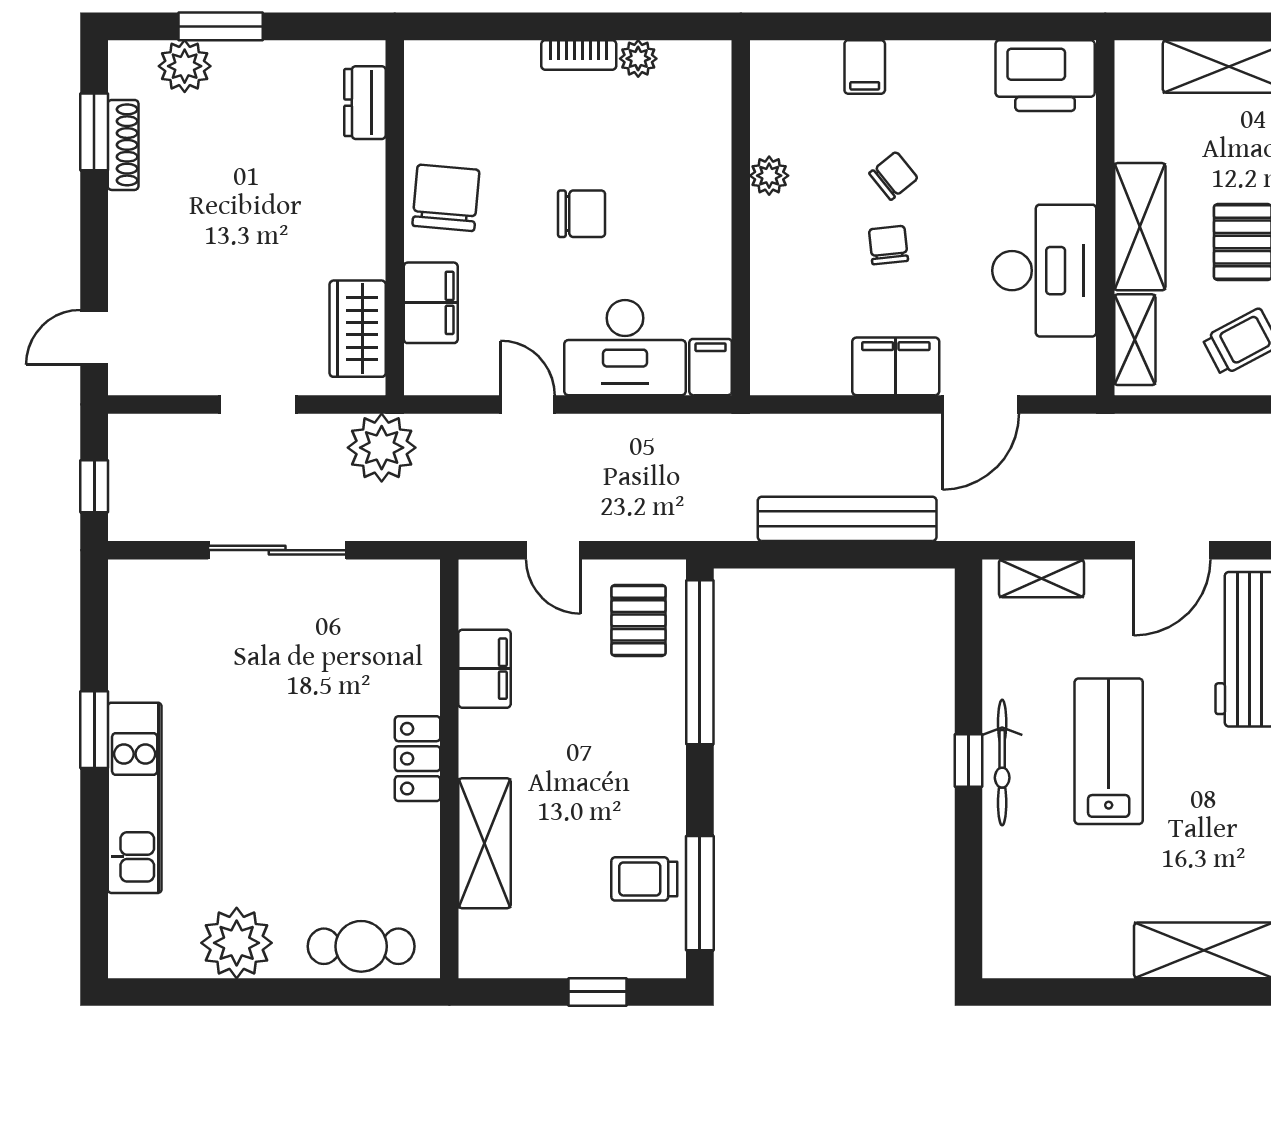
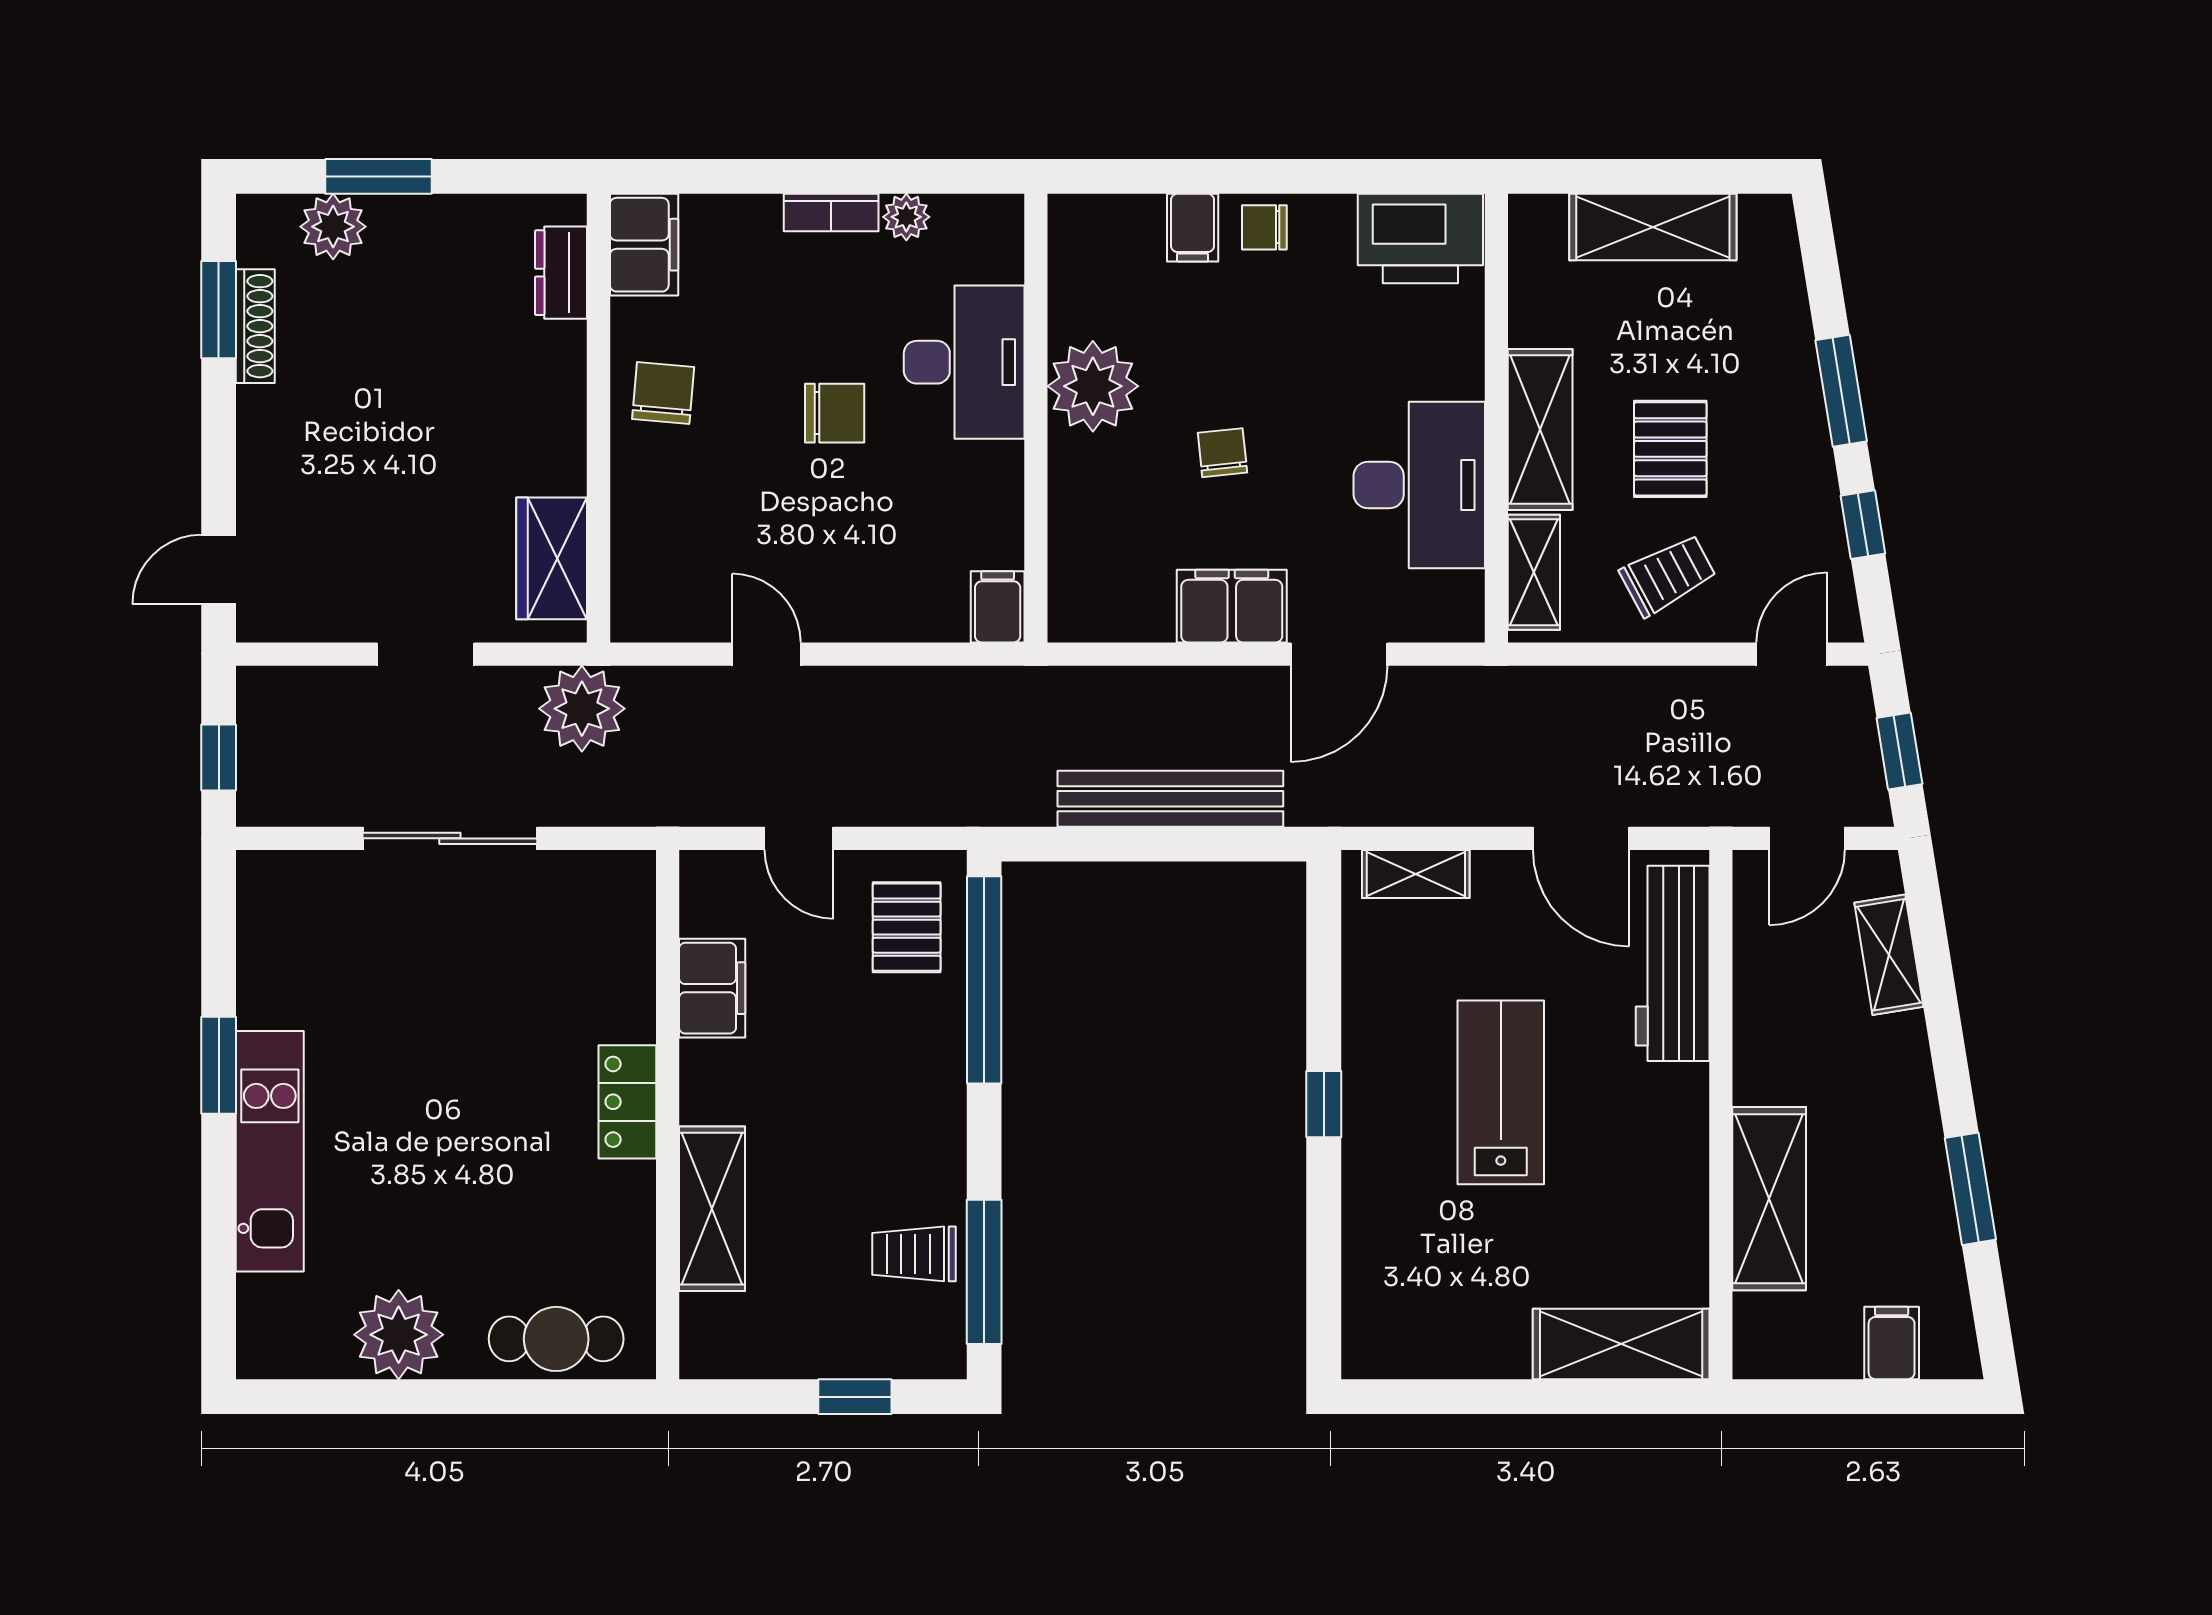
plant: (769, 176) -> (1093, 386), width x1.87, depth x1.87
chair: (893, 176) -> (1264, 227), moved, turned -141
chair: (446, 198) -> (663, 393), width x0.73, depth x0.73
filing cabinet: (431, 303) -> (644, 245), moved
desk: (625, 348) -> (964, 362), moved, turned -90
door: (1172, 550) -> (1581, 838), hinge flipped
bicycle: (1002, 763) -> (1366, 1107), removed

